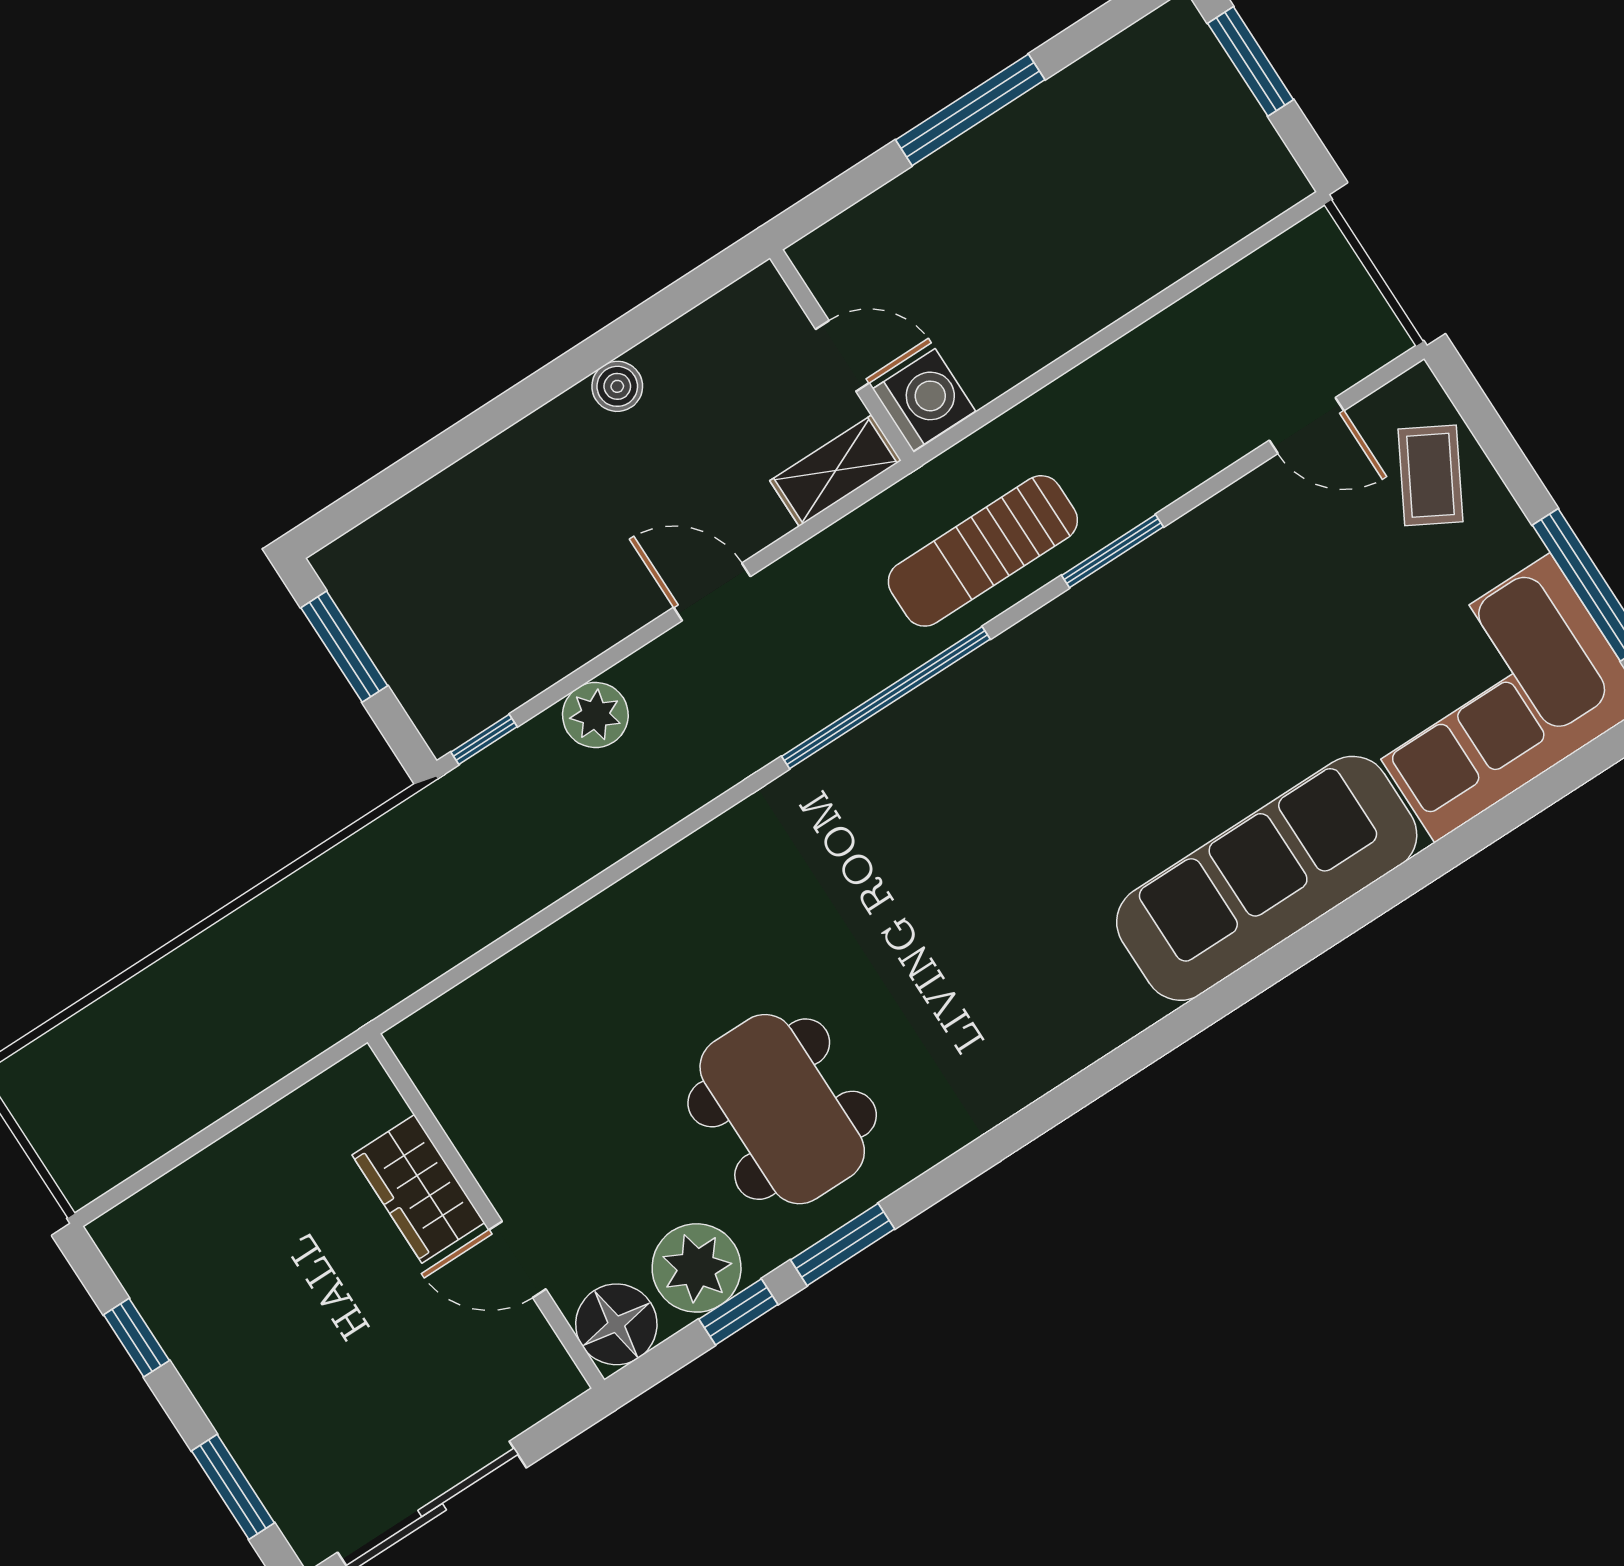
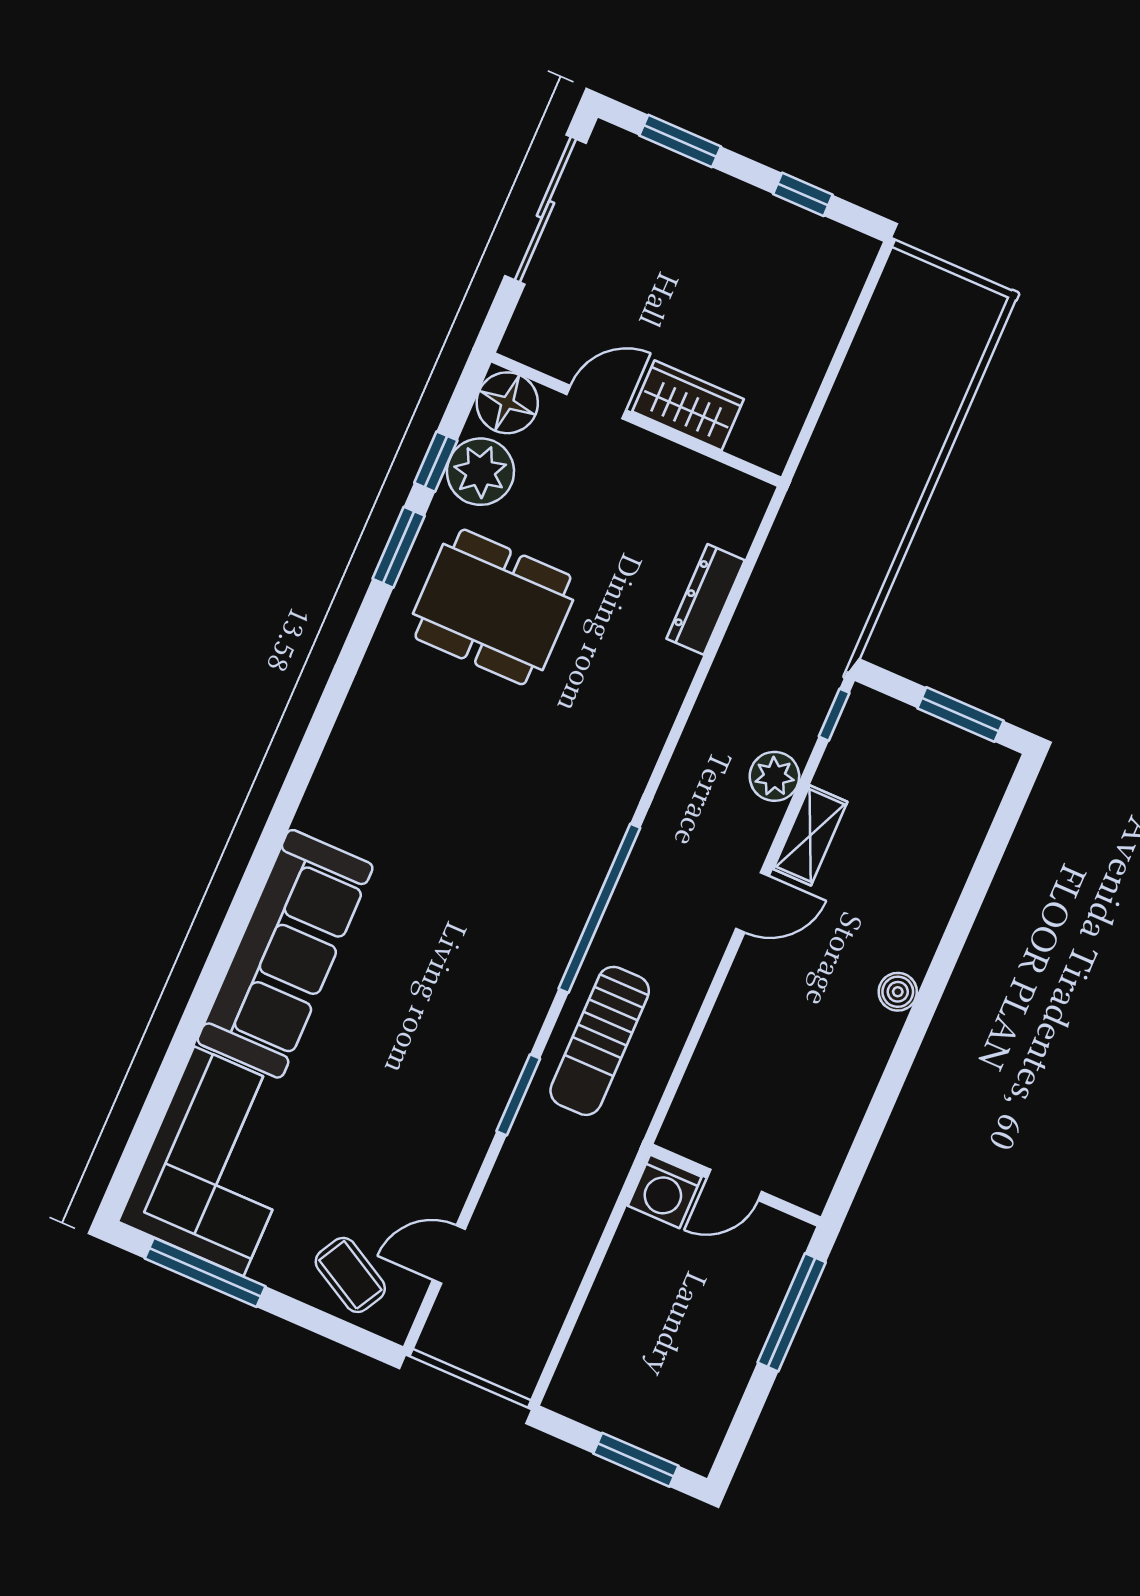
wall: (842, 355) -> (735, 1185), moved
door: (842, 356) -> (734, 1185), moved
washing machine: (924, 400) -> (665, 1191), moved
shelving: (836, 471) -> (810, 835), moved
sun lounger: (983, 551) -> (600, 1041), turned 180
dresser: (542, 961) -> (706, 599), added

